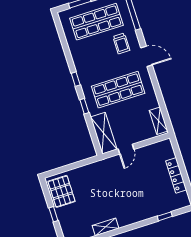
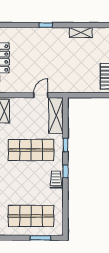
trolley: (121, 43) -> (56, 180), moved
window: (165, 216) -> (46, 25), moved

